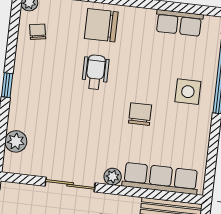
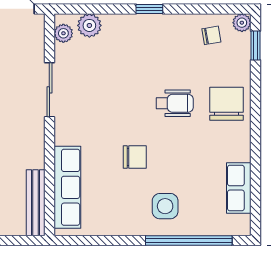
plant: (113, 177) -> (63, 33), moved

